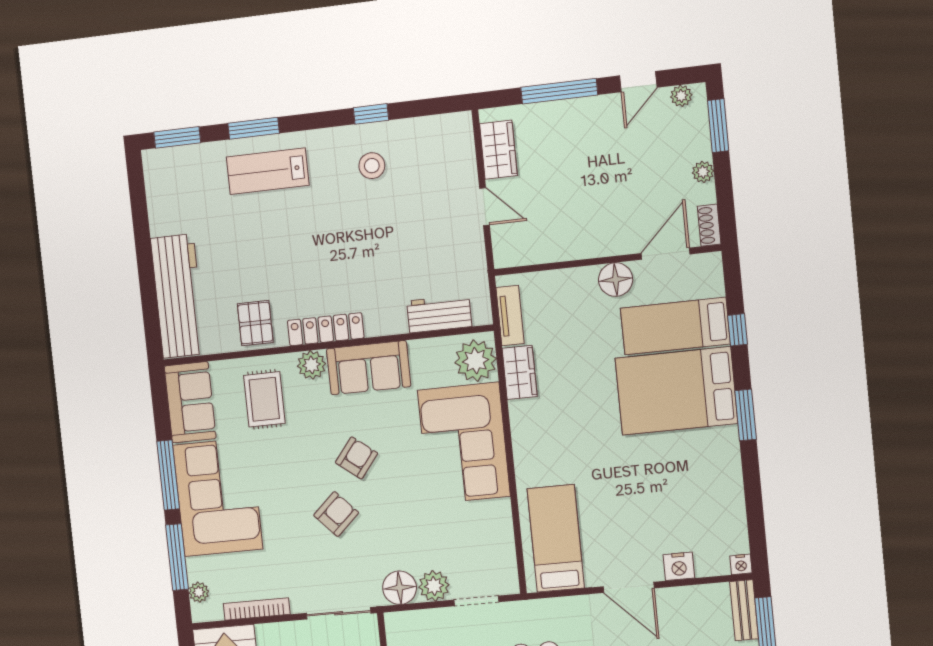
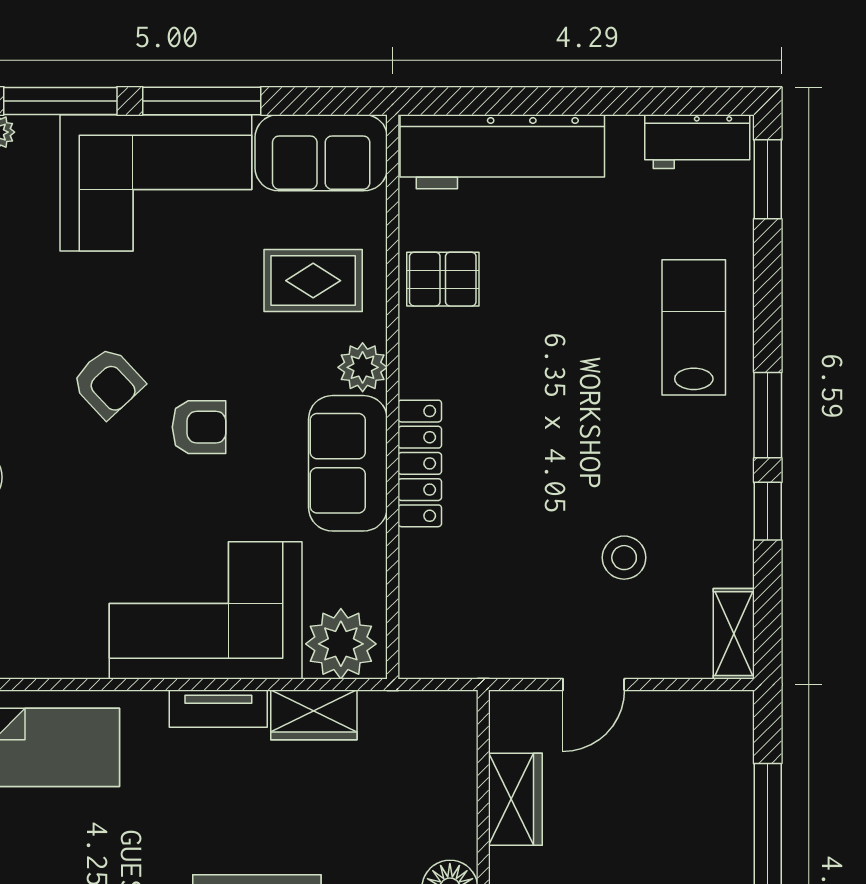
shelving: (446, 126) -> (734, 634), added
window: (254, 128) -> (768, 415), moved
wardrobe: (498, 150) -> (515, 799), moved, turned -90
stool: (372, 166) -> (624, 558), moved
workbench: (439, 314) -> (697, 142), moved, turned 90
tv unit: (510, 316) -> (218, 709), moved
locker: (326, 329) -> (420, 463), moved
armchair: (357, 458) -> (199, 427), turned -38

